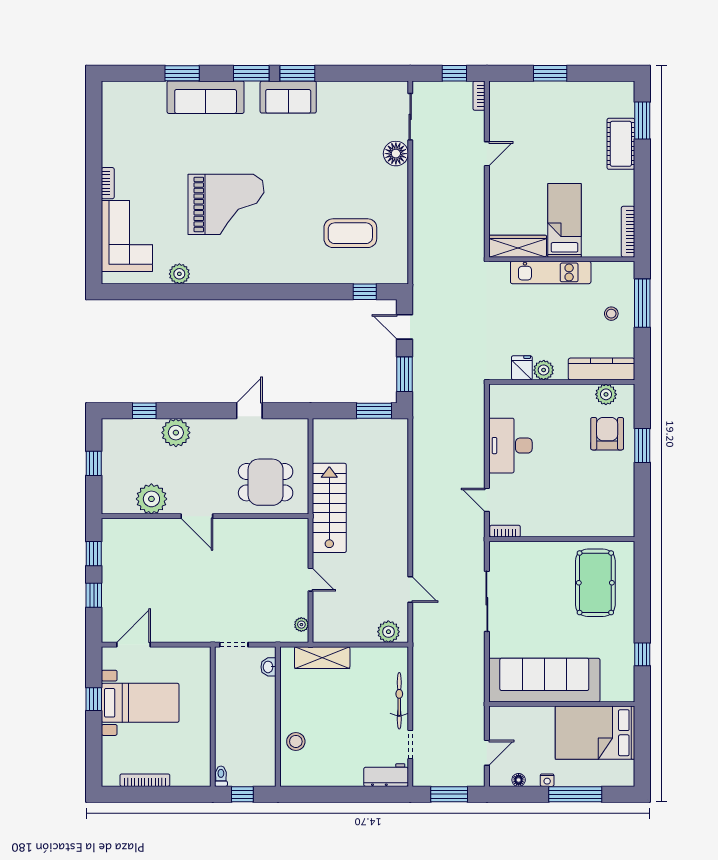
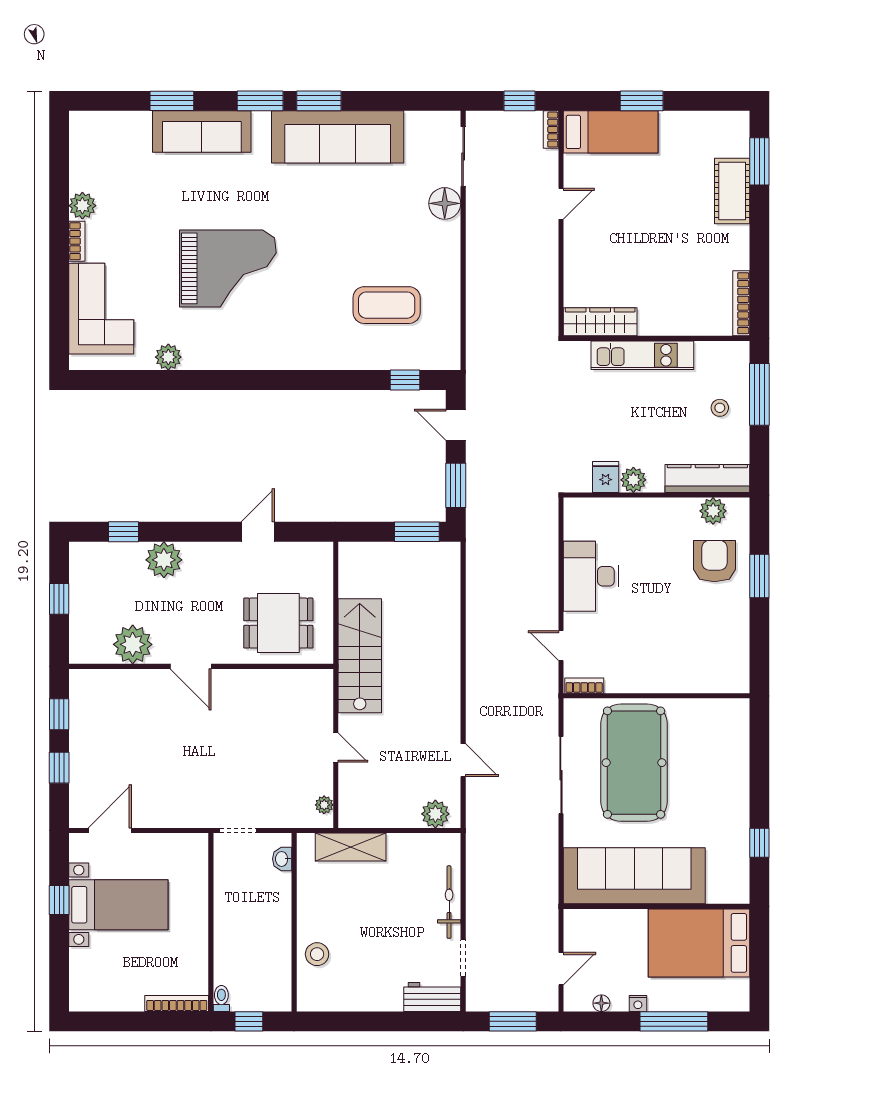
sofa: (288, 97) -> (338, 137), width x1.85, depth x1.27
plant: (112, 155) -> (82, 206), added
bed: (565, 220) -> (611, 132), moved, turned 90
pool table: (595, 583) -> (634, 763), moved, width x1.36, depth x1.32
bookcase: (145, 780) -> (177, 1004), moved

